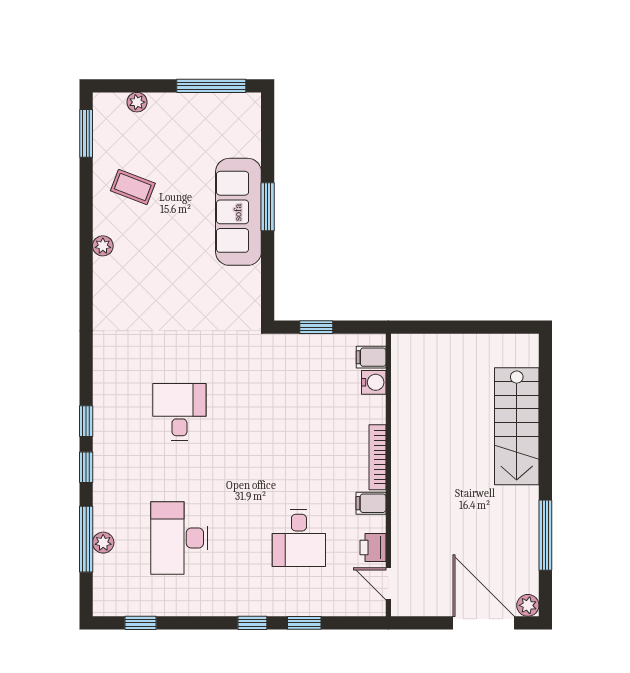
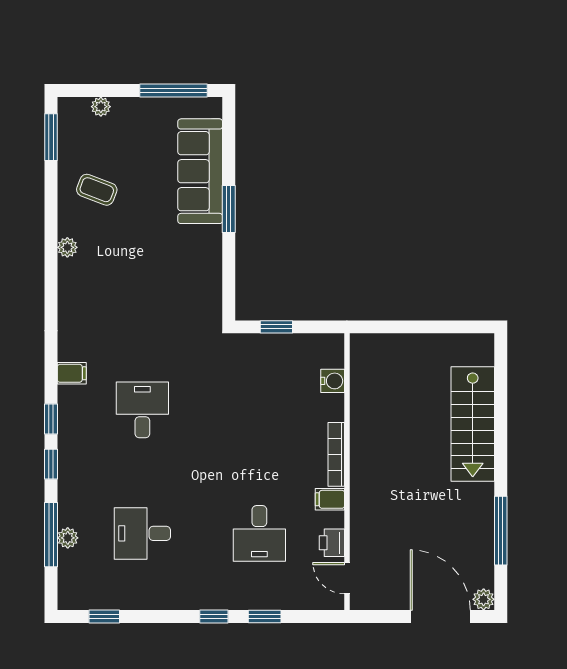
sofa: (238, 212) -> (200, 171), moved
filing cabinet: (371, 357) -> (72, 373), moved, turned 180
desk: (179, 538) -> (142, 533), width x0.73

